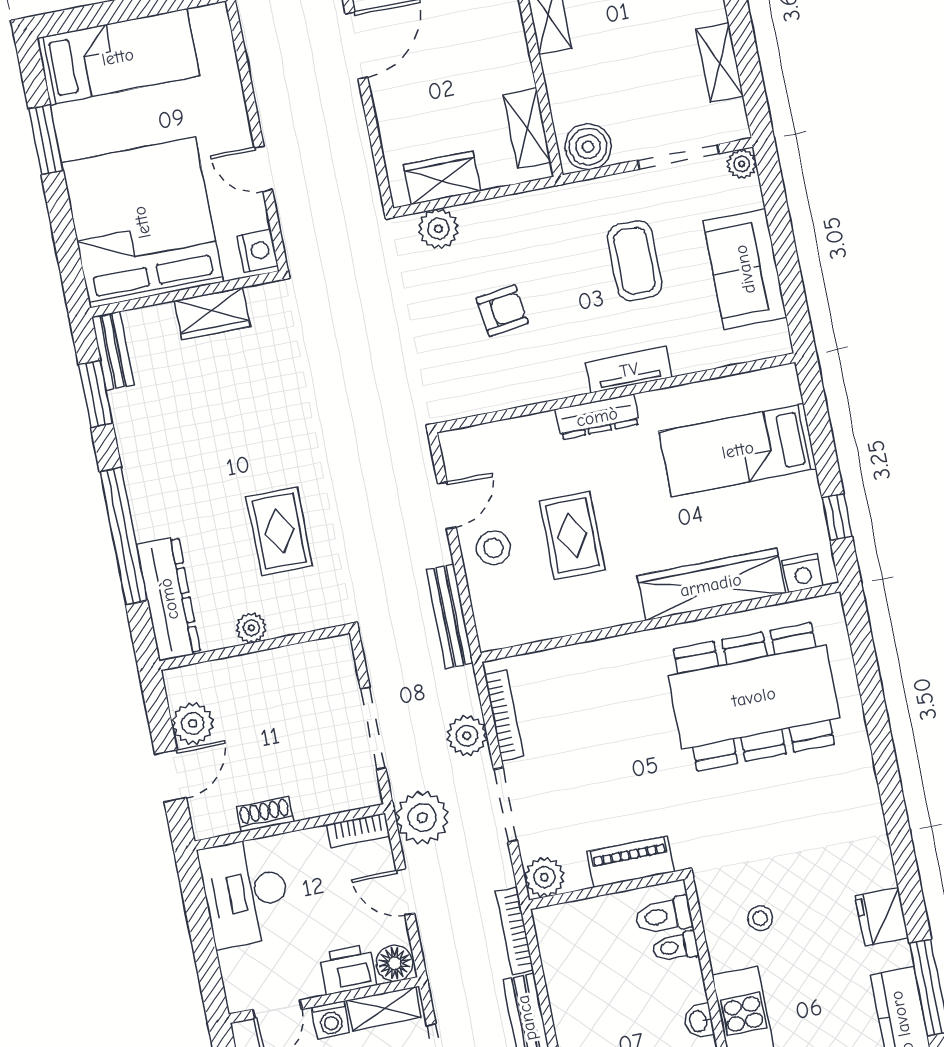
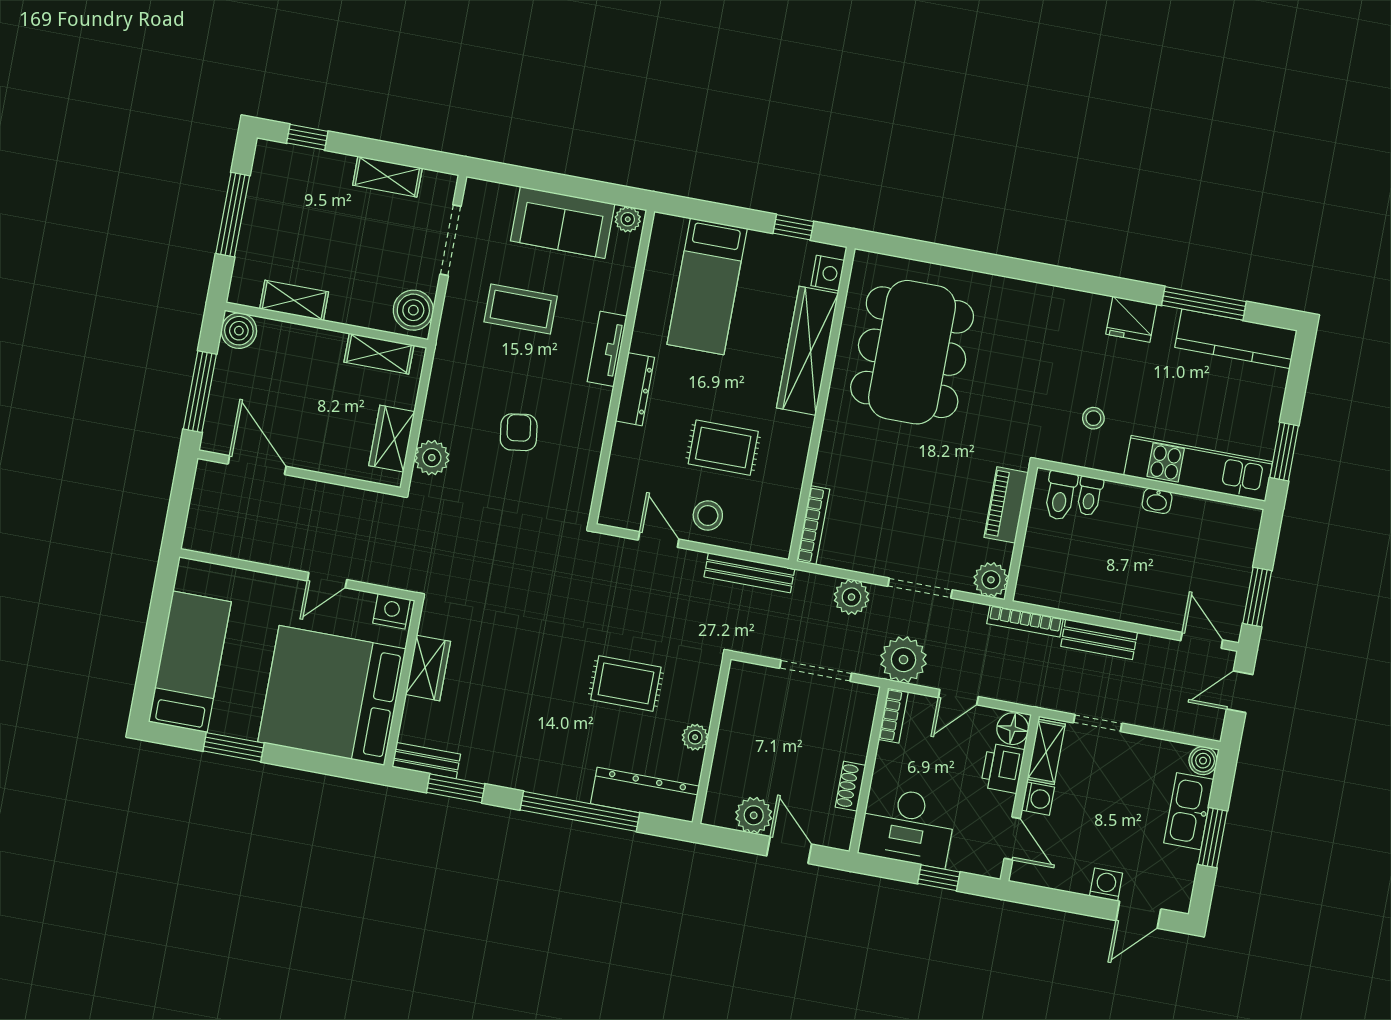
plant: (742, 164) -> (628, 219), moved
bookcase: (504, 716) -> (813, 525), moved, turned 90
window: (204, 947) -> (939, 878), added

